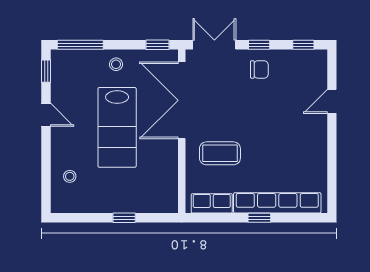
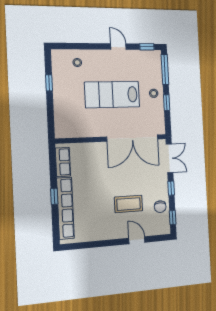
window: (158, 45) -> (167, 103), moved
chair: (259, 69) -> (160, 207), moved
double door: (182, 100) -> (132, 138), swing flipped
door: (46, 115) -> (118, 47), swing flipped
coffee table: (220, 153) -> (129, 204), moved, turned 90
window: (124, 218) -> (49, 83), moved

